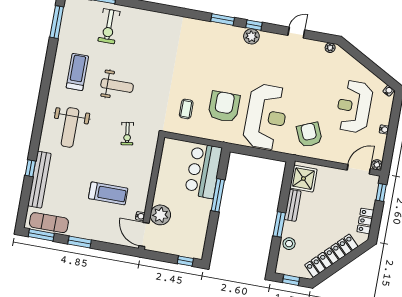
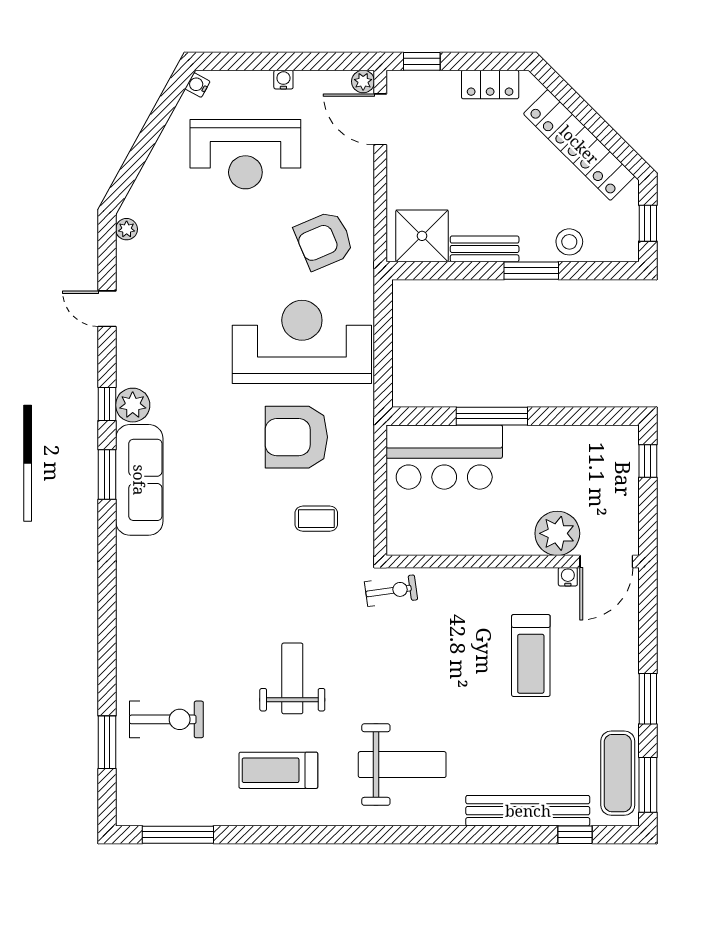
sofa: (218, 33) -> (139, 480), added
exercise bike: (127, 134) -> (391, 591), moved
window: (30, 168) -> (575, 835), moved
treadmill: (108, 193) -> (531, 656), turned 180

